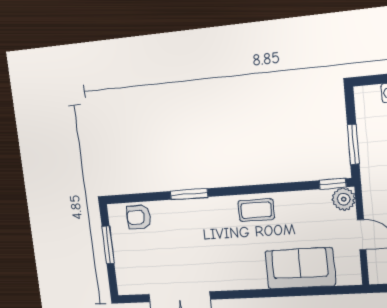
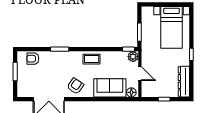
armchair: (229, 268) -> (75, 86), added
floor lamp: (347, 276) -> (131, 92), added

